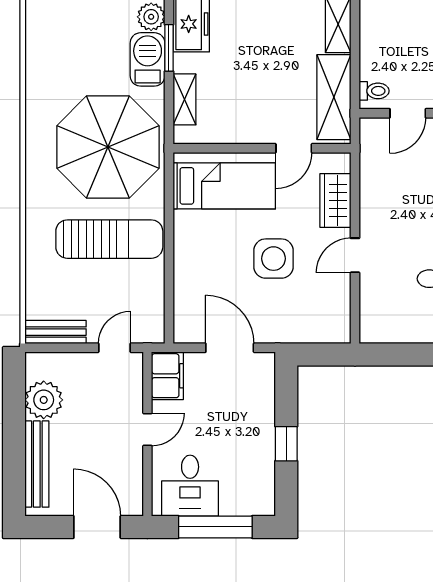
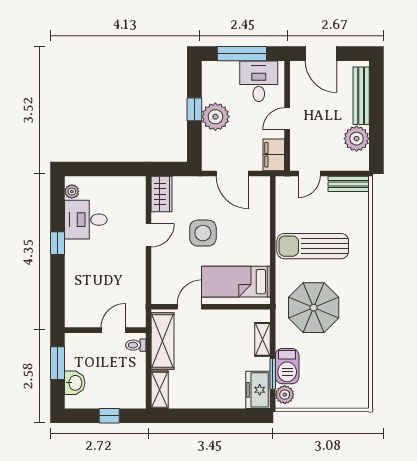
parasol: (108, 147) -> (314, 308), width x0.73, depth x0.73
wardrobe: (335, 201) -> (162, 194), moved
plant: (255, 433) -> (215, 117), added

